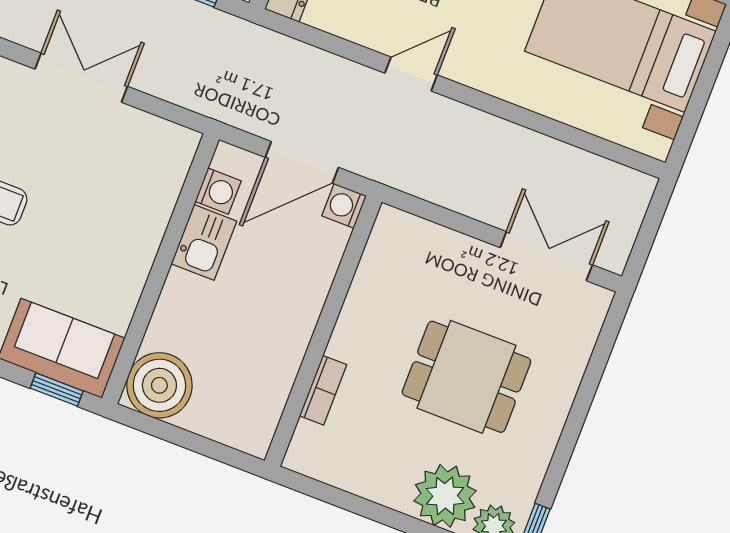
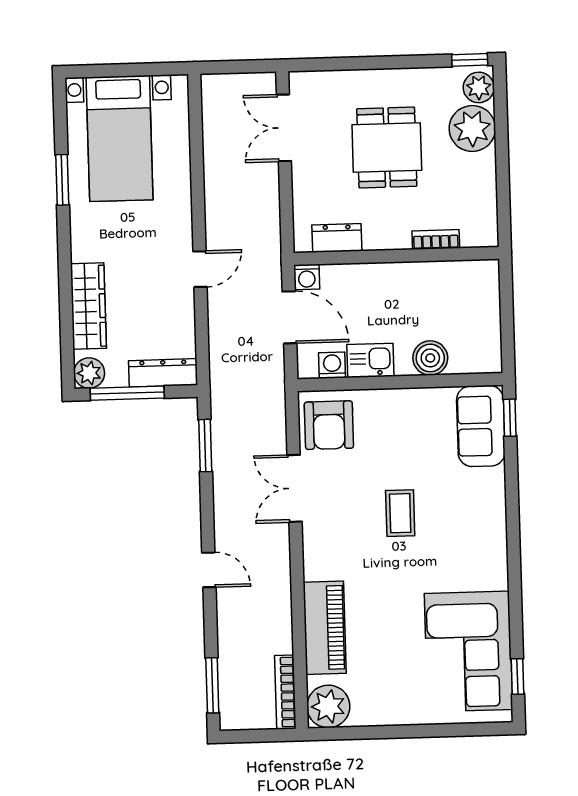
door: (411, 74) -> (200, 269), swing flipped
armchair: (144, 155) -> (329, 425), added
dresser: (378, 265) -> (337, 238), added
boiler: (159, 385) -> (430, 358), moved, width x0.73, depth x0.73

